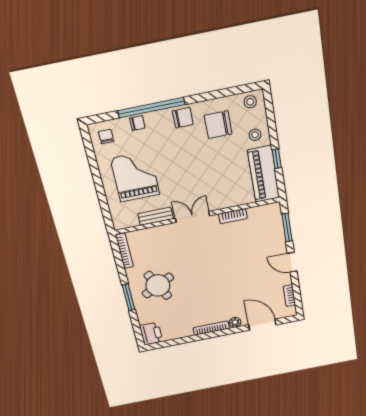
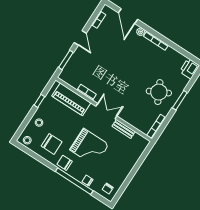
piano: (264, 174) -> (71, 99), moved, turned 90
grand piano: (135, 176) -> (89, 147), moved, turned -90
double door: (193, 217) -> (106, 111), swing flipped

